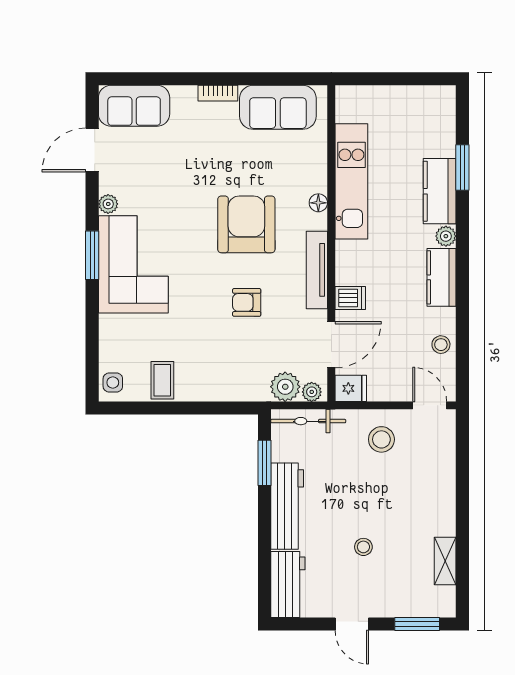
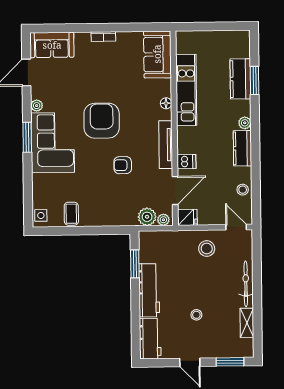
sofa: (278, 107) -> (157, 54), moved, turned 90
kitchen counter: (440, 191) -> (240, 79), moved
armchair: (246, 224) -> (102, 121), moved
bicycle: (308, 421) -> (246, 284), moved, turned 90

